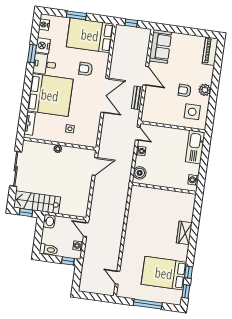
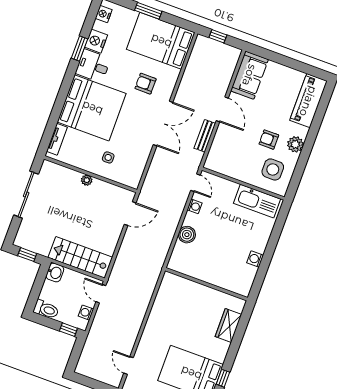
piano: (210, 51) -> (308, 101), width x1.37, depth x1.33
kitchen sink: (195, 147) -> (257, 201), moved, turned -90
wall: (164, 188) -> (206, 284), moved
stairs: (37, 202) -> (80, 257), moved

